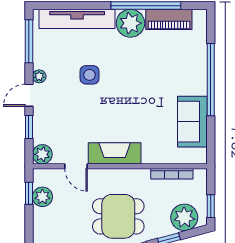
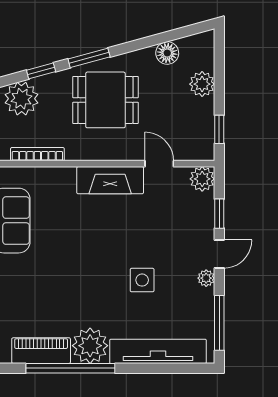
plant: (42, 197) -> (202, 84), moved

